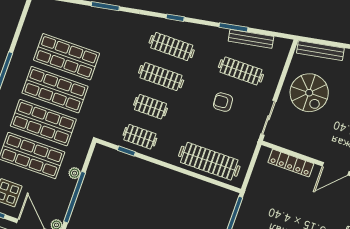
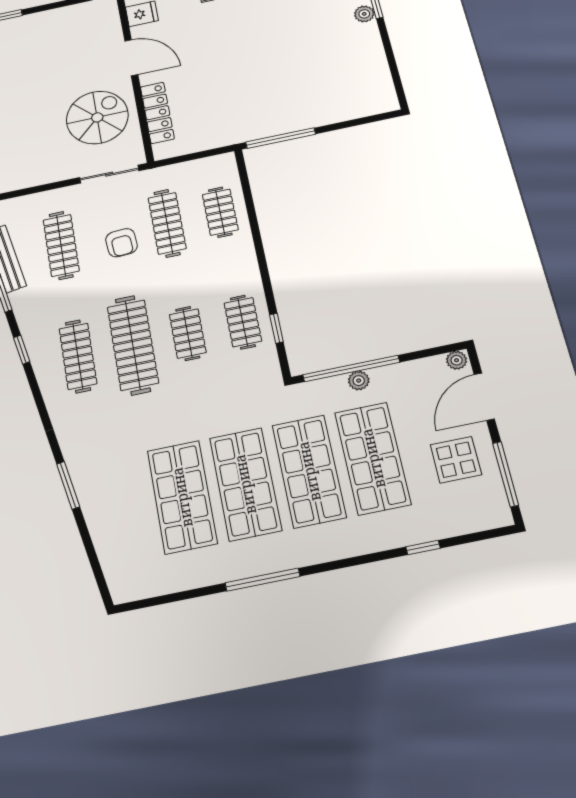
window: (175, 18) -> (22, 350), moved
clothes rail: (161, 77) -> (133, 345), width x1.37, depth x1.31
spiral stairs: (309, 93) -> (97, 117), moved
clothes rail: (220, 131) -> (167, 223), added
clothes rail: (209, 161) -> (220, 212), width x0.54, depth x0.76
window: (75, 197) -> (351, 368), moved

